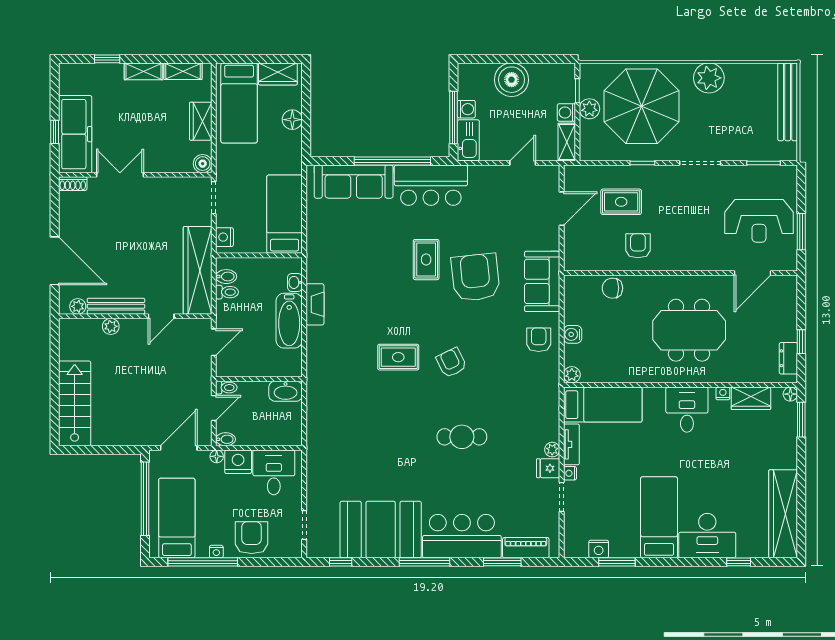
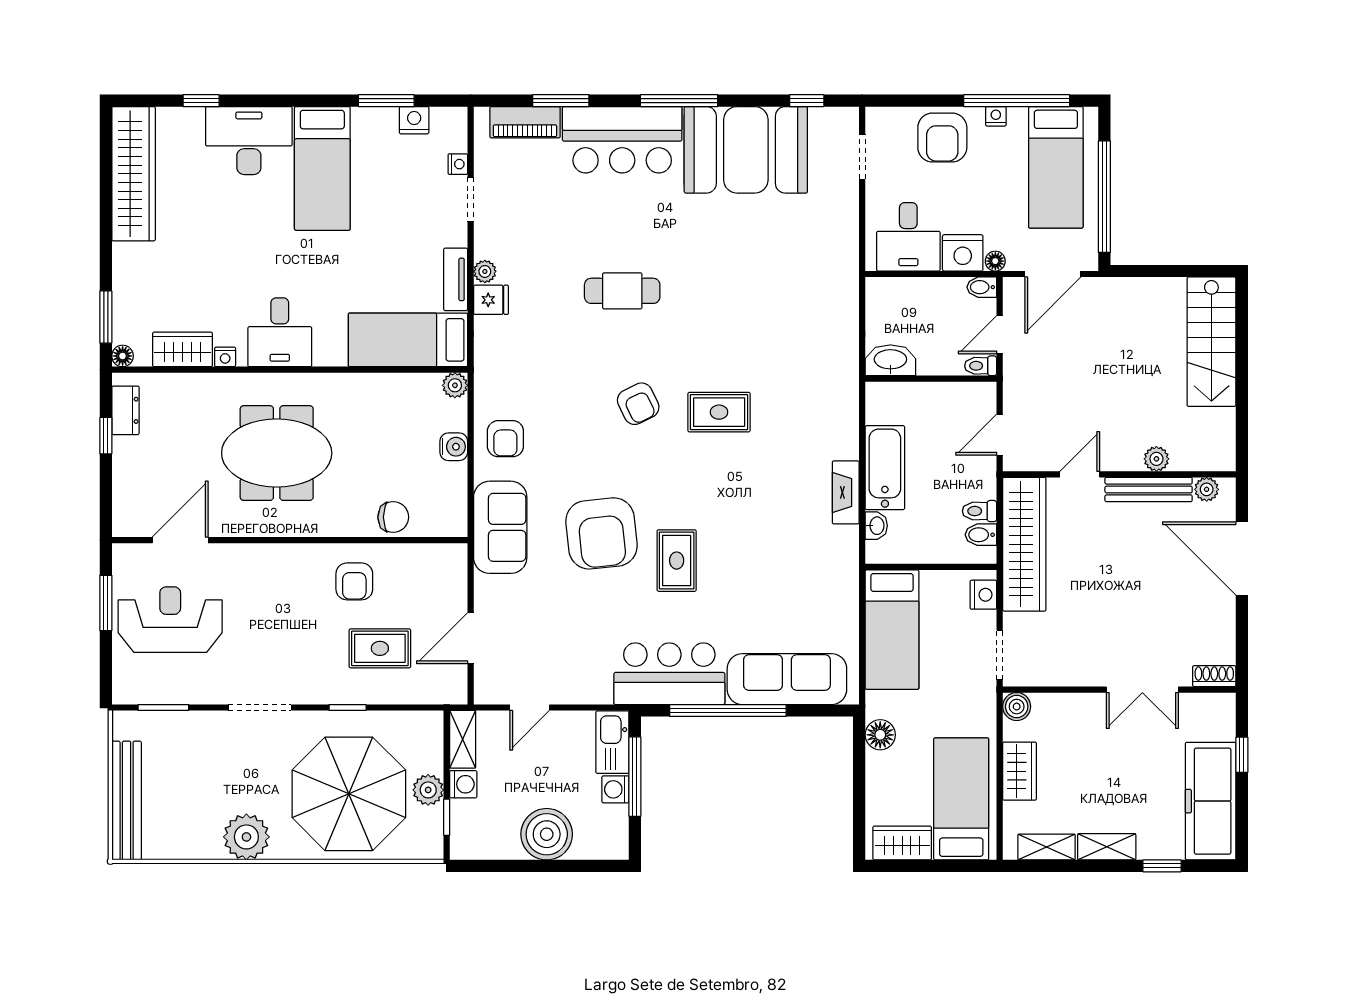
floor lamp: (292, 120) -> (880, 735), moved
freezer: (75, 134) -> (1211, 801), moved
fridge: (548, 468) -> (491, 300), moved
nightstand: (570, 473) -> (458, 164), moved

